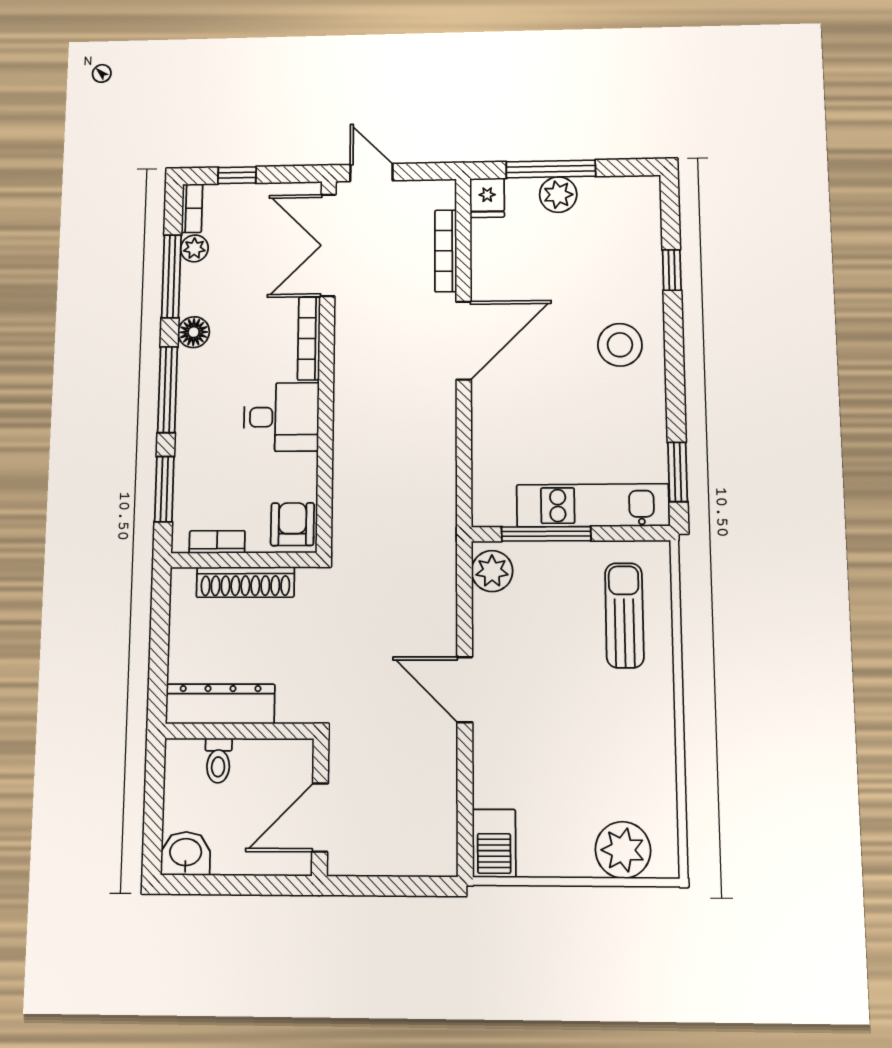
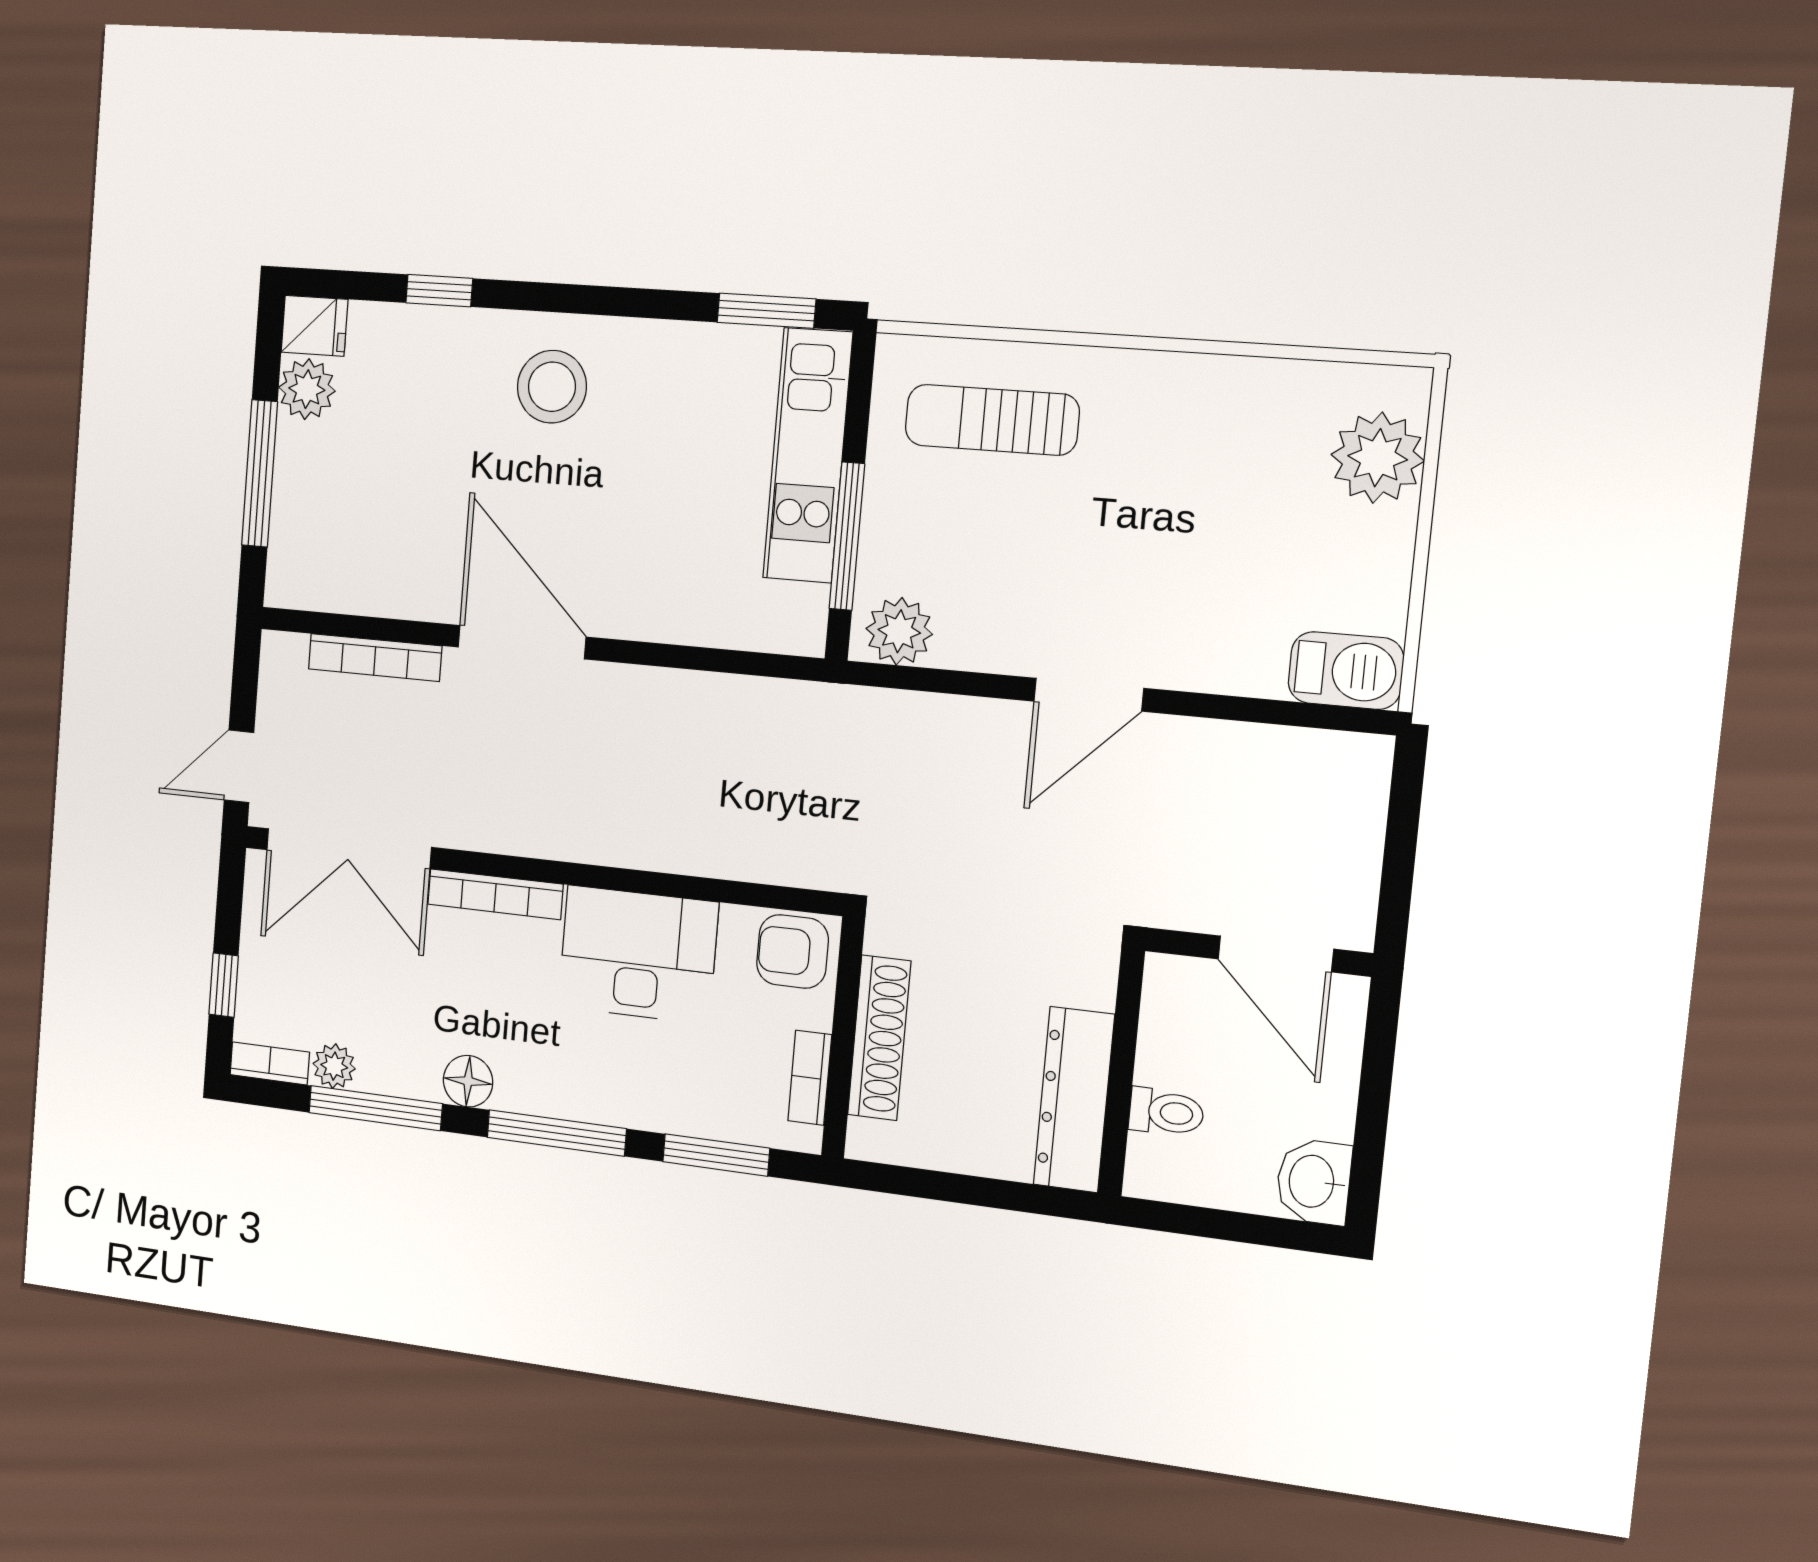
plant: (558, 195) -> (307, 389), moved
fridge: (487, 198) -> (314, 326), moved
desk: (281, 417) -> (638, 955), width x1.37

